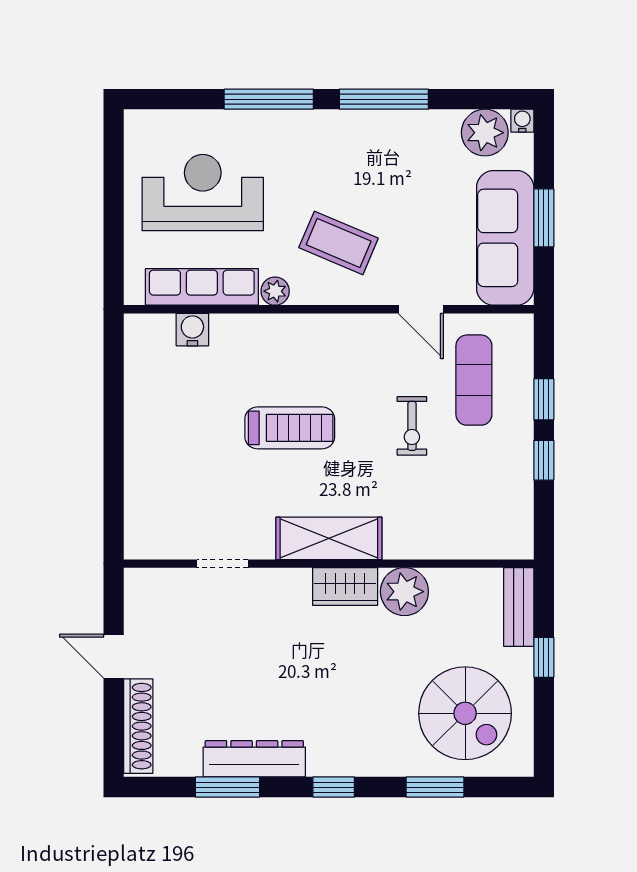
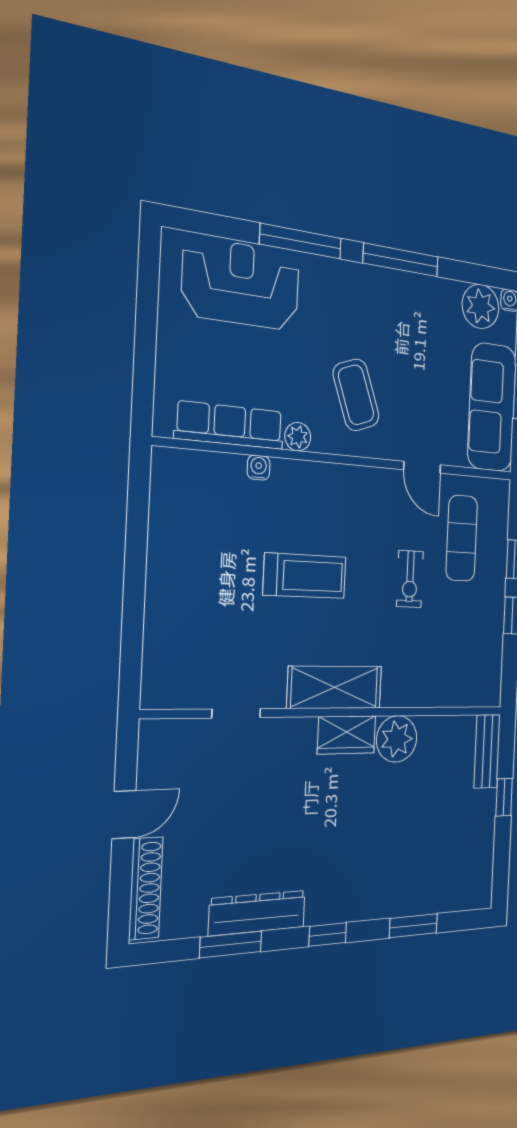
reception desk: (203, 193) -> (241, 284), moved
coffee table: (339, 243) -> (356, 395), turned 47
water cooler: (192, 330) -> (259, 468), moved, width x0.72, depth x0.72
door: (114, 656) -> (124, 814), swing flipped
spiral stairs: (465, 713) -> (441, 853), removed

